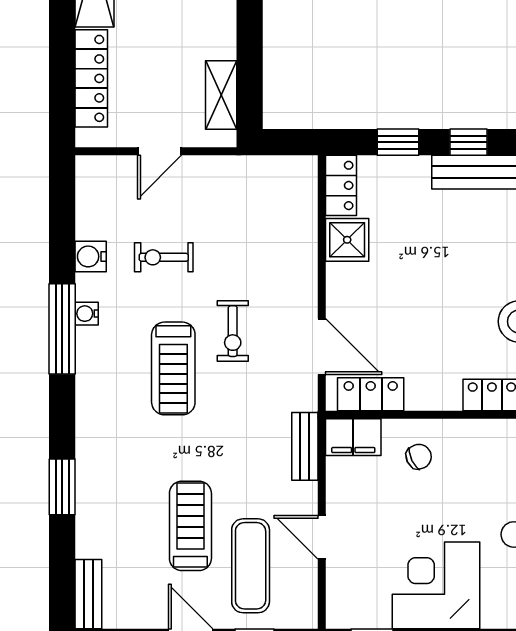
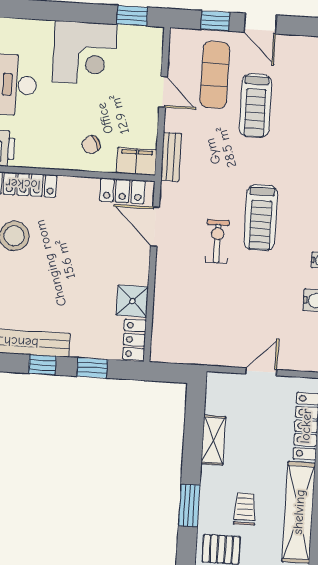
shelving: (221, 95) -> (213, 440), moved
exercise bike: (164, 257) -> (263, 297), removed
treadmill: (173, 368) -> (261, 218), turned 180

